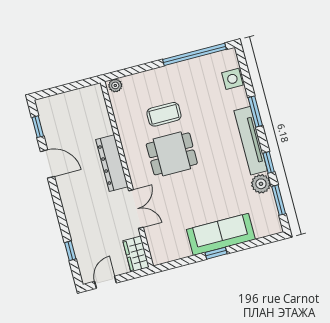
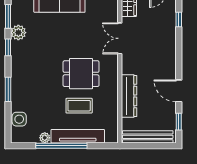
window: (194, 54) -> (61, 146), moved
plant: (115, 85) -> (45, 138), moved
bench: (71, 98) -> (148, 137), added
tv unit: (251, 141) -> (78, 136), moved, turned -90
dresser: (112, 163) -> (129, 96), moved

